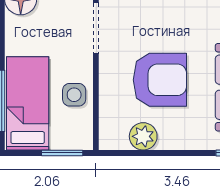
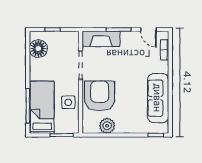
armchair: (160, 80) -> (100, 96), moved, turned -90

